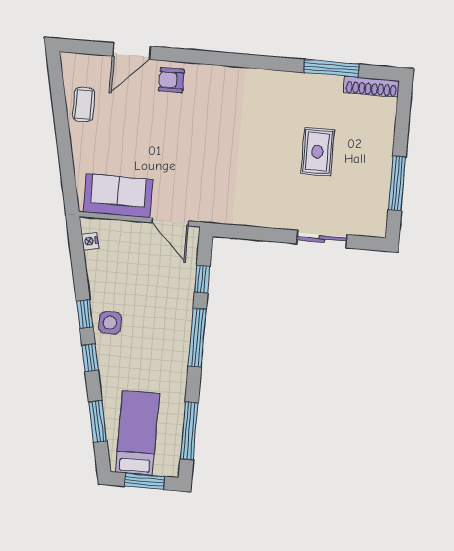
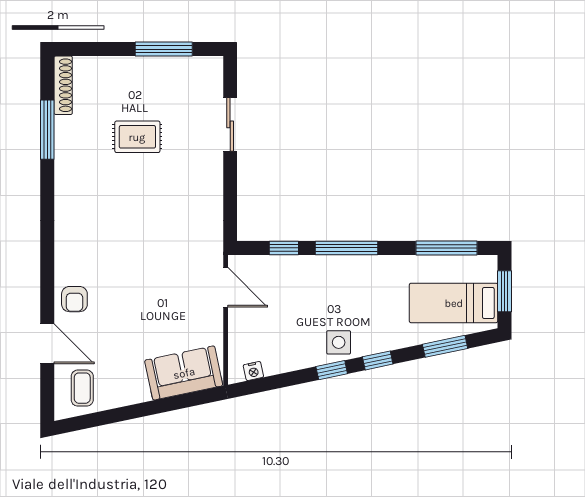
coffee table: (84, 104) -> (82, 388), moved, turned 90
sofa: (118, 196) -> (184, 373), moved, turned 78
door: (170, 222) -> (226, 287), hinge flipped

